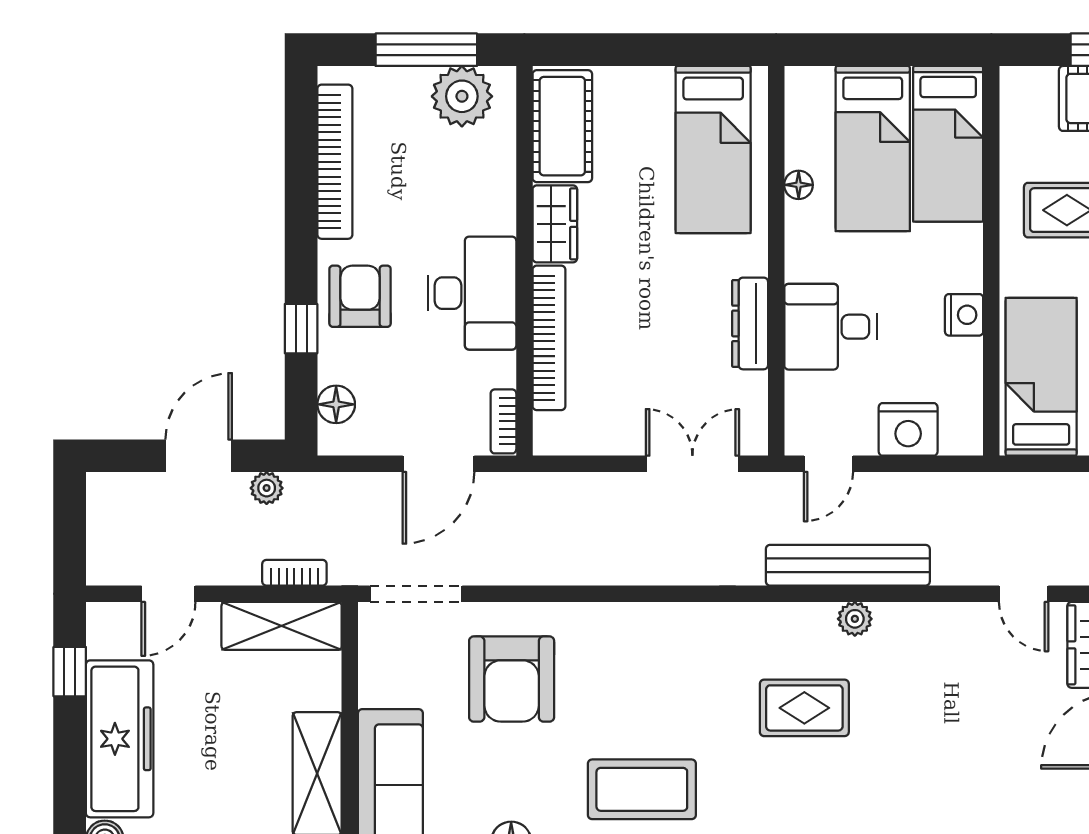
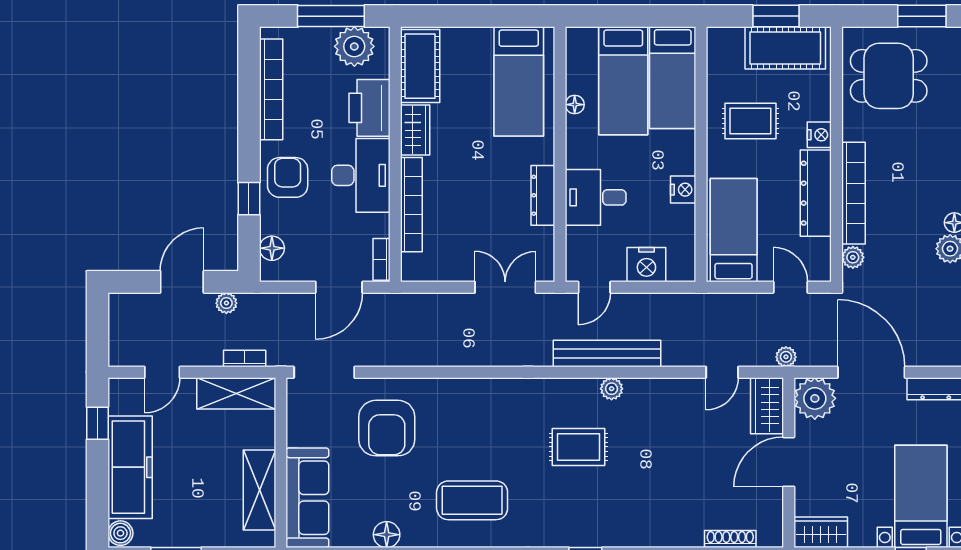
printer: (485, 190) -> (369, 108), added
door: (1024, 594) -> (722, 372), hinge flipped

